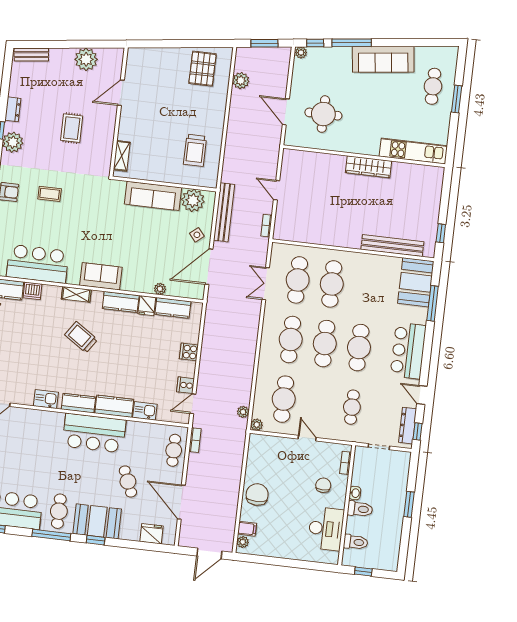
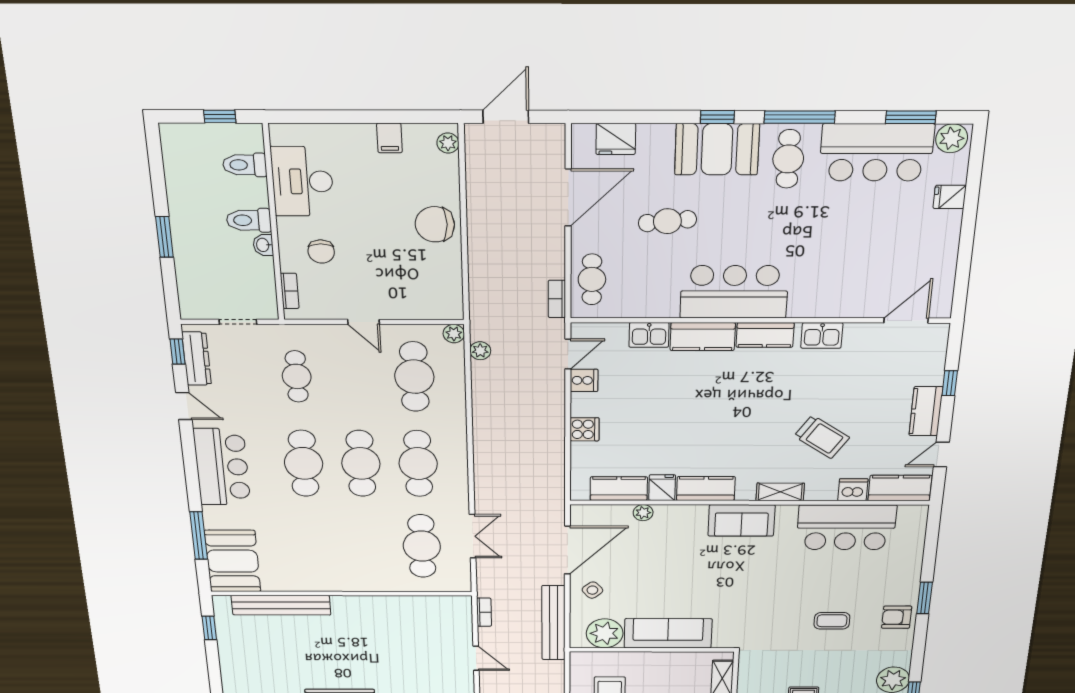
cafe table: (332, 284) -> (366, 546), removed
trolley: (81, 337) -> (822, 437), moved
cafe table: (128, 481) -> (667, 221), turned -73
chair: (257, 495) -> (435, 224), turned 90
door: (181, 502) -> (568, 198), hinge flipped
filing cabinet: (247, 529) -> (389, 138), moved, turned -90

